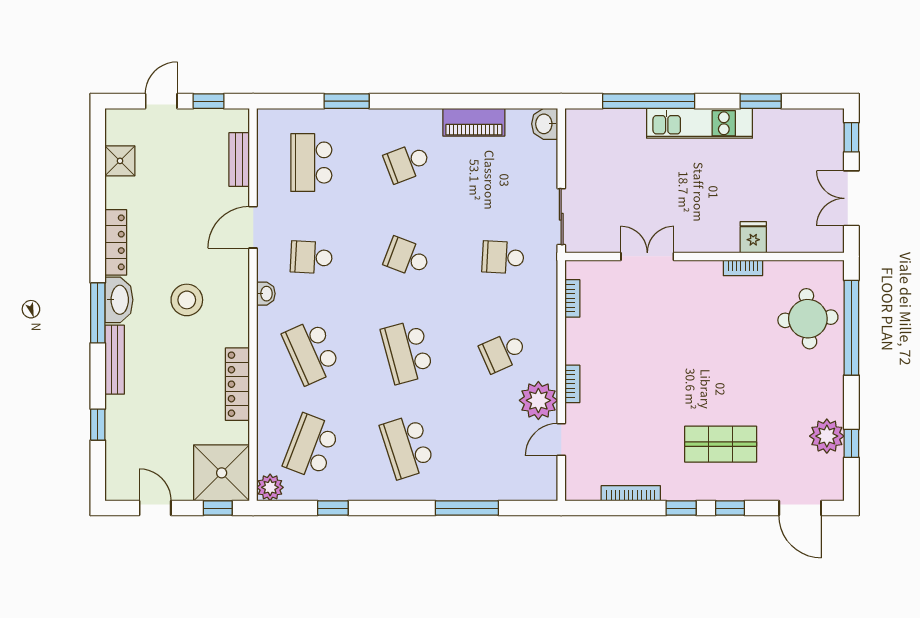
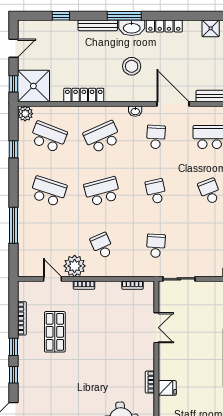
door: (253, 227) -> (173, 104), width x1.36
school desk: (407, 257) -> (156, 191), turned -33
shop shelf: (721, 444) -> (55, 332), moved
school desk: (407, 447) -> (48, 191), turned 36

